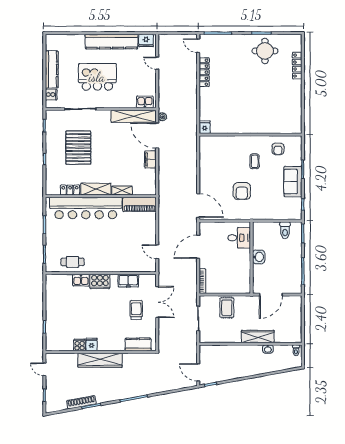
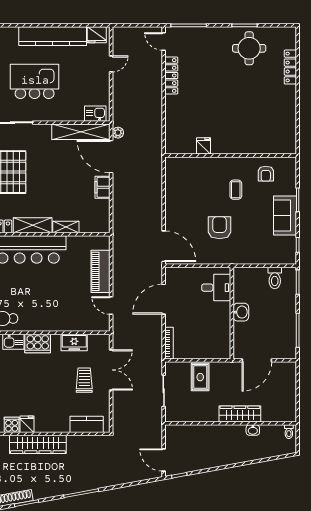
door: (157, 63) -> (111, 64), swing flipped
fridge: (205, 127) -> (204, 146), moved
armchair: (242, 191) -> (220, 228), turned 180
piano: (139, 204) -> (100, 271), moved, turned 90

